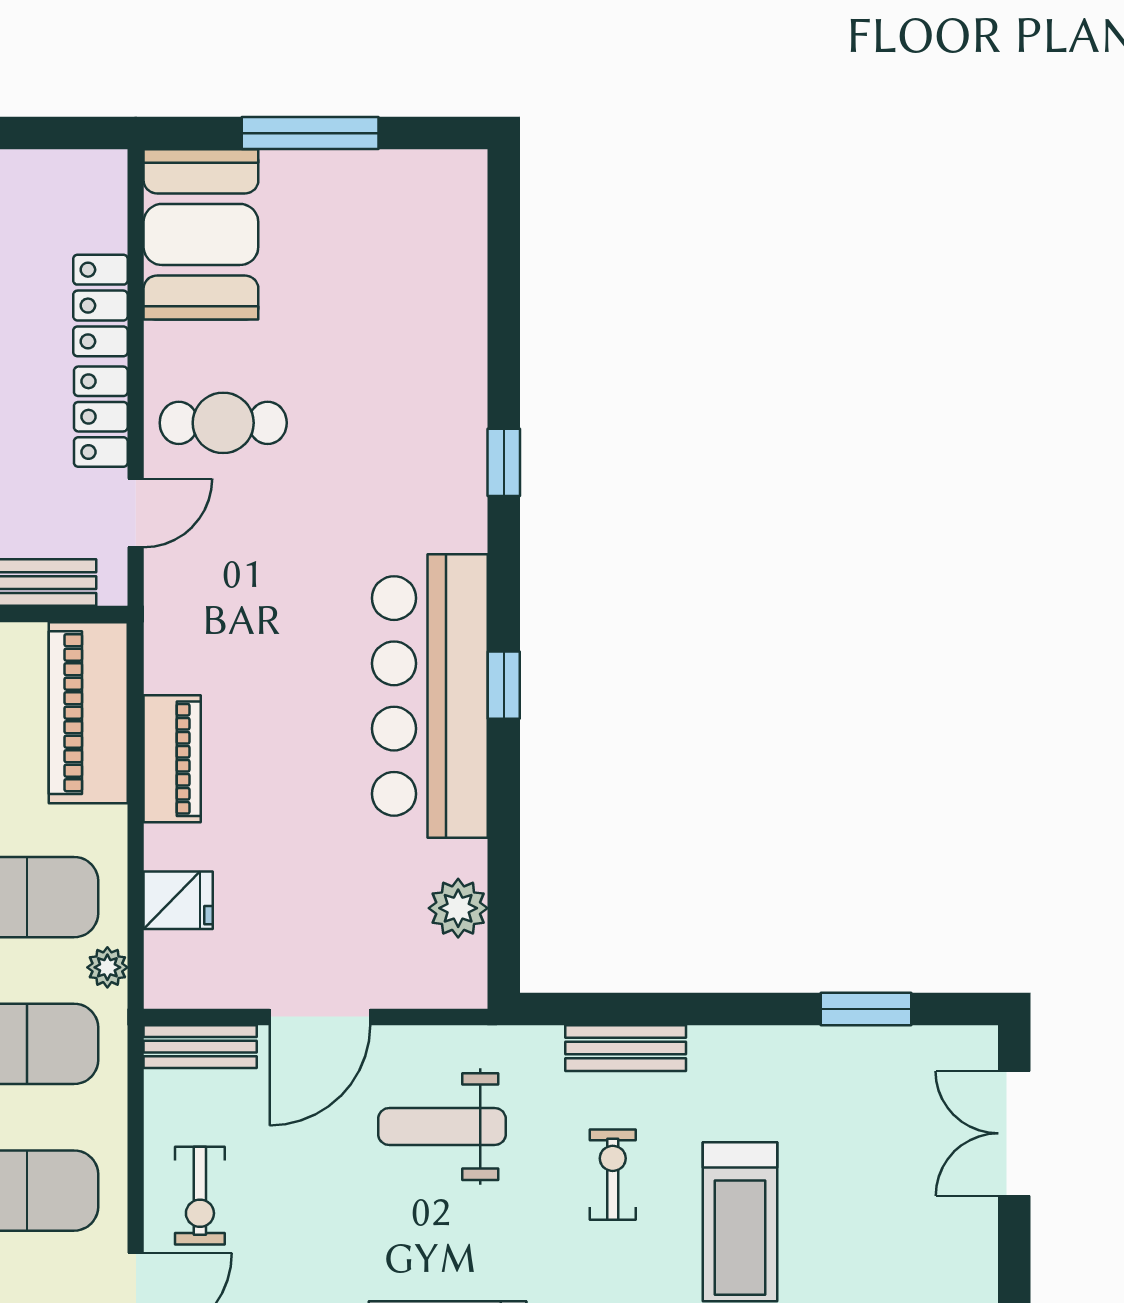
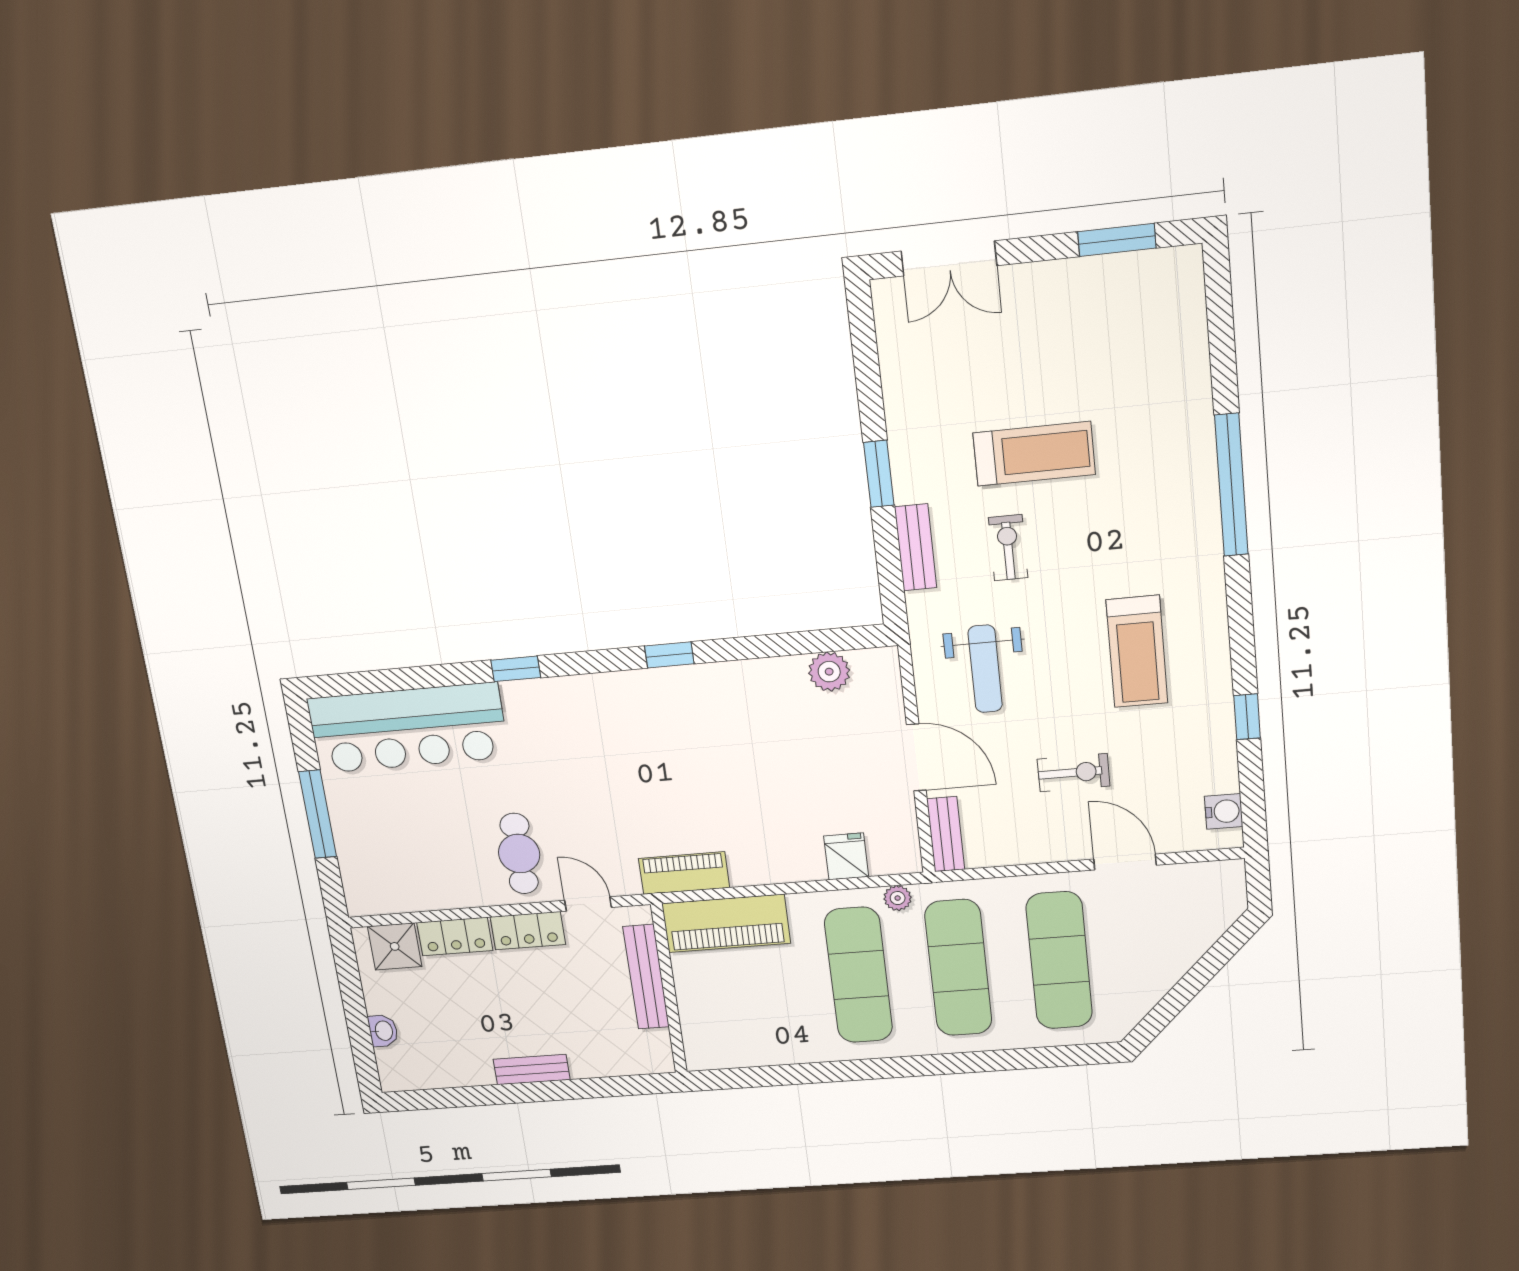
shower: (92, 212) -> (395, 946), added
booth: (201, 234) -> (397, 878), removed
bar counter: (430, 696) -> (408, 728), moved
piano: (172, 759) -> (684, 873), moved
window: (866, 1009) -> (879, 474), moved
exercise bike: (613, 1175) -> (1008, 548), turned 90
exercise bike: (200, 1196) -> (1074, 773), moved

